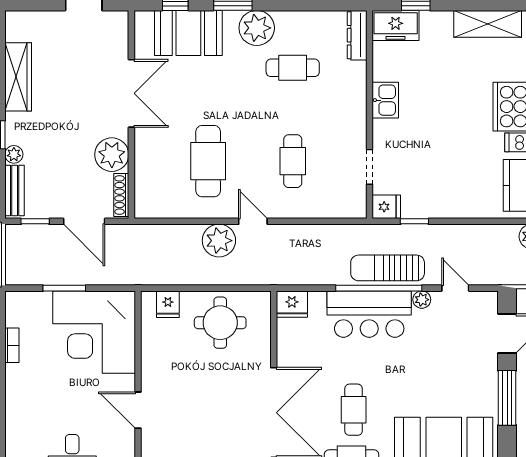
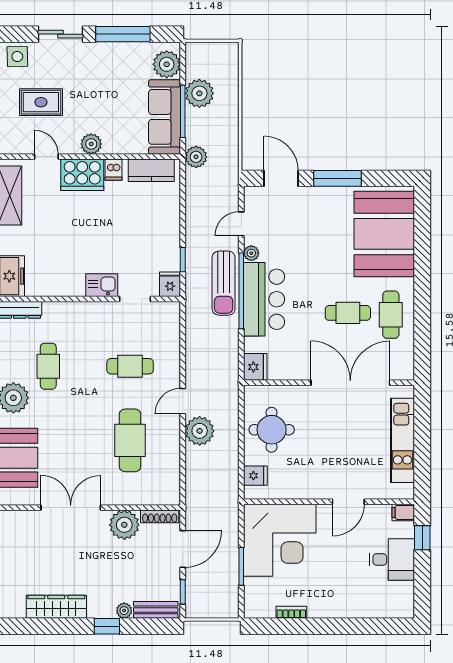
kitchen sink: (385, 100) -> (102, 285), moved
cafe table: (208, 161) -> (130, 440), turned 90

